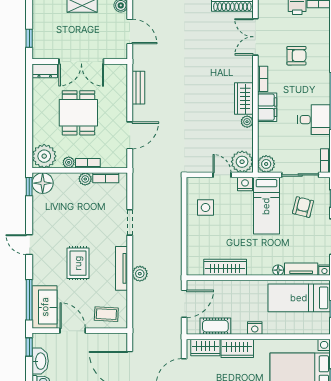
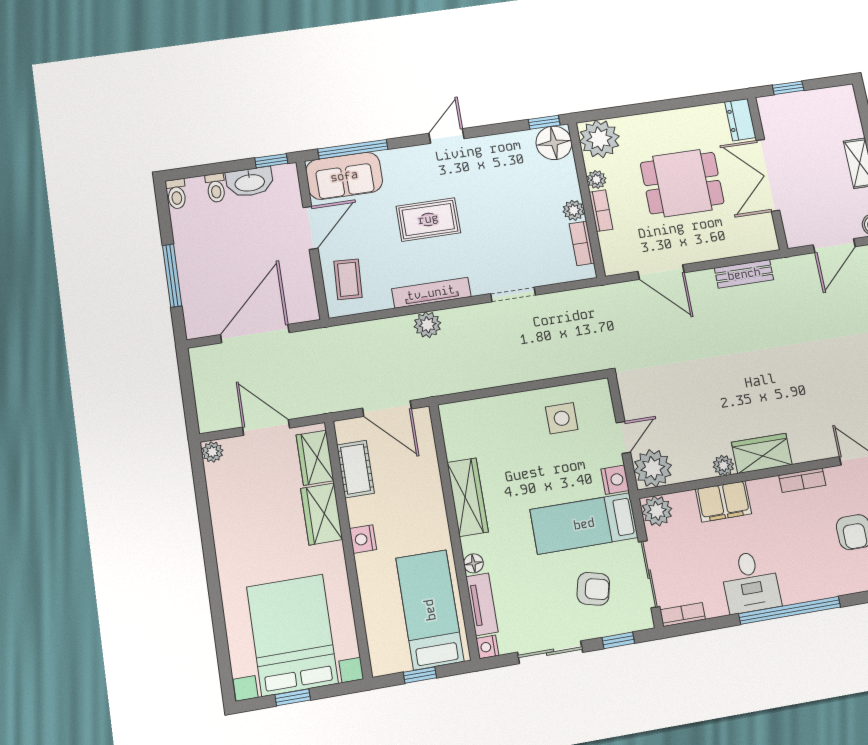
filing cabinet: (267, 107) -> (724, 501), moved
wardrobe: (225, 267) -> (468, 497), moved

